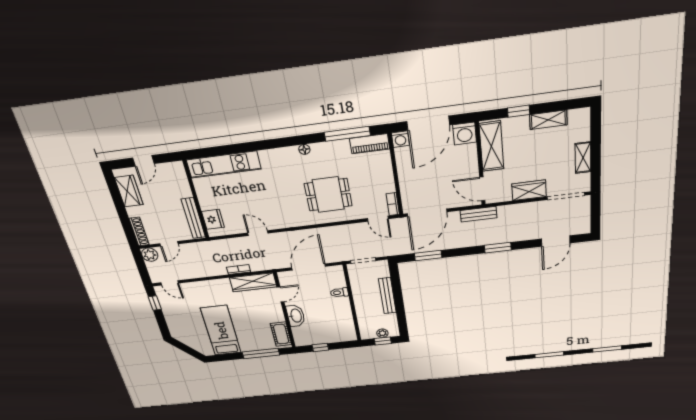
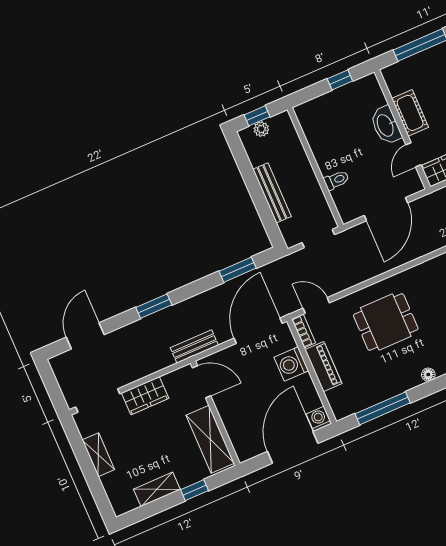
washing machine: (465, 134) -> (291, 364), moved, turned -90
piano: (370, 144) -> (323, 367), moved, turned 90
cot: (281, 334) -> (410, 113), moved

